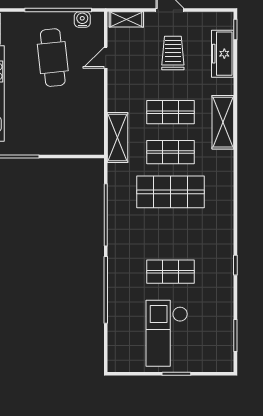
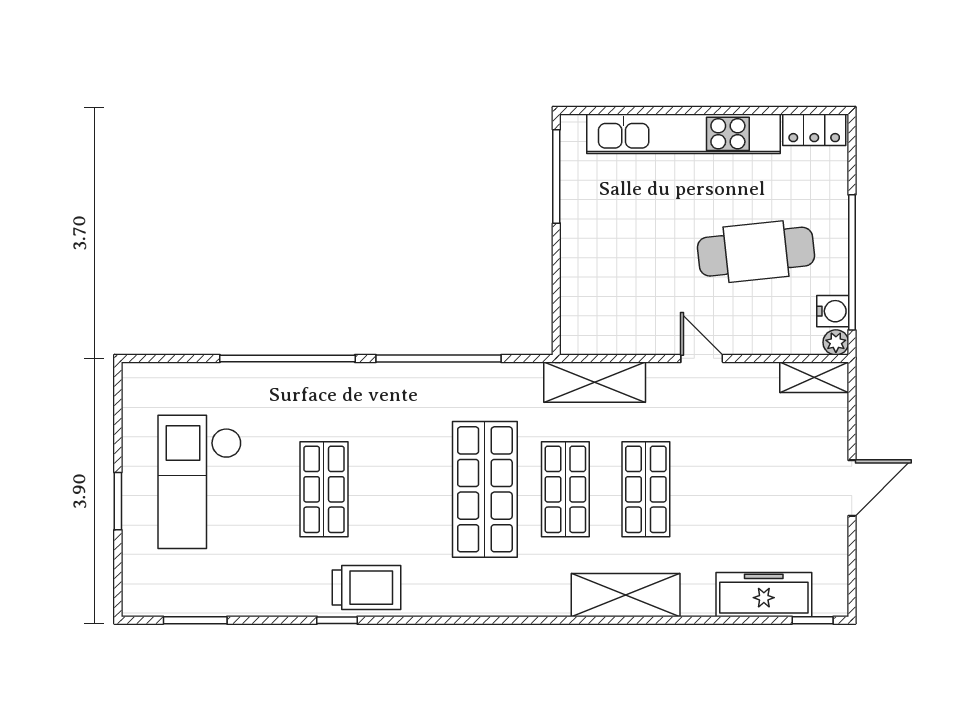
plant: (98, 18) -> (836, 342), added
shelving: (126, 19) -> (814, 377), moved, turned 90
trolley: (173, 53) -> (366, 588), moved
door: (106, 58) -> (702, 358), moved
checkout: (167, 333) -> (200, 482), turned -90

